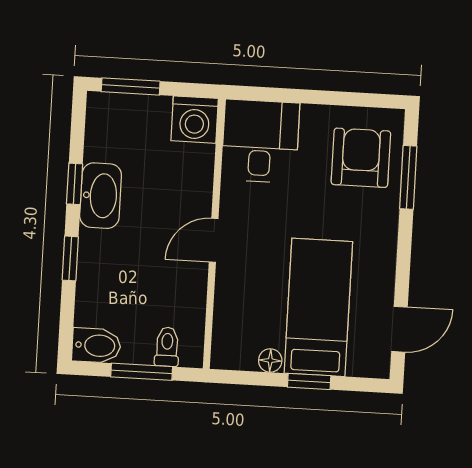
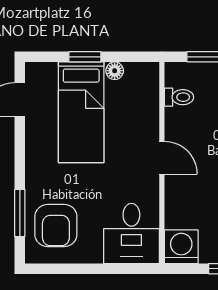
door: (214, 240) -> (162, 158), hinge flipped
toilet: (167, 347) -> (179, 97), moved, turned -90

